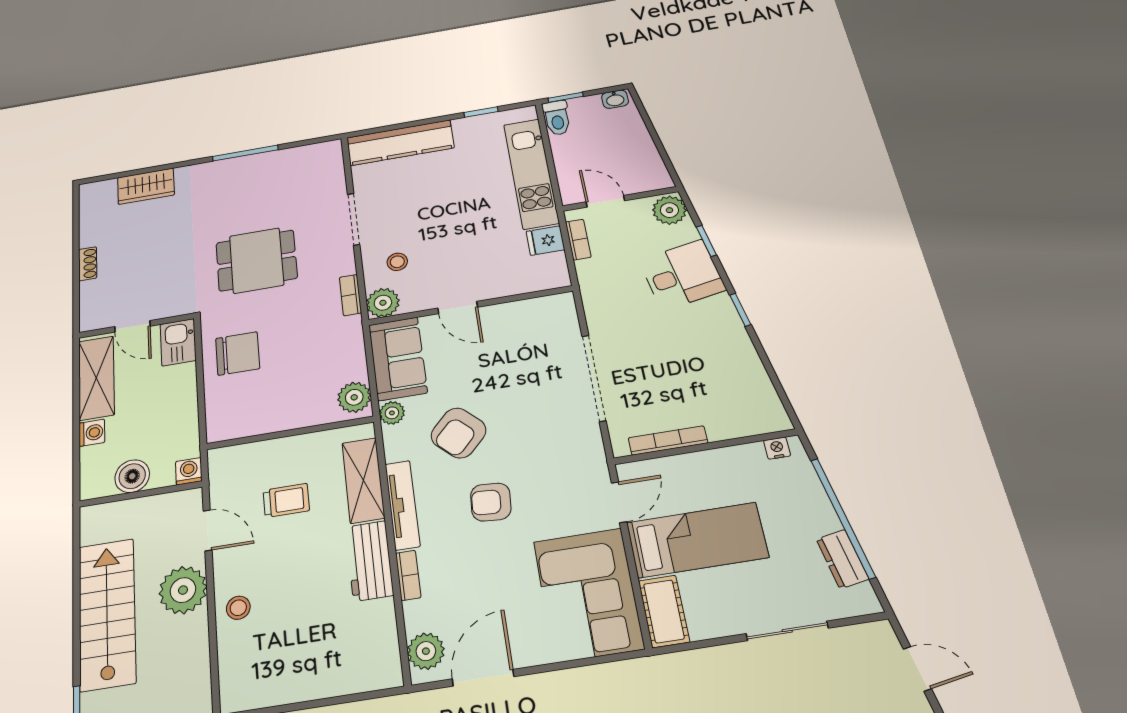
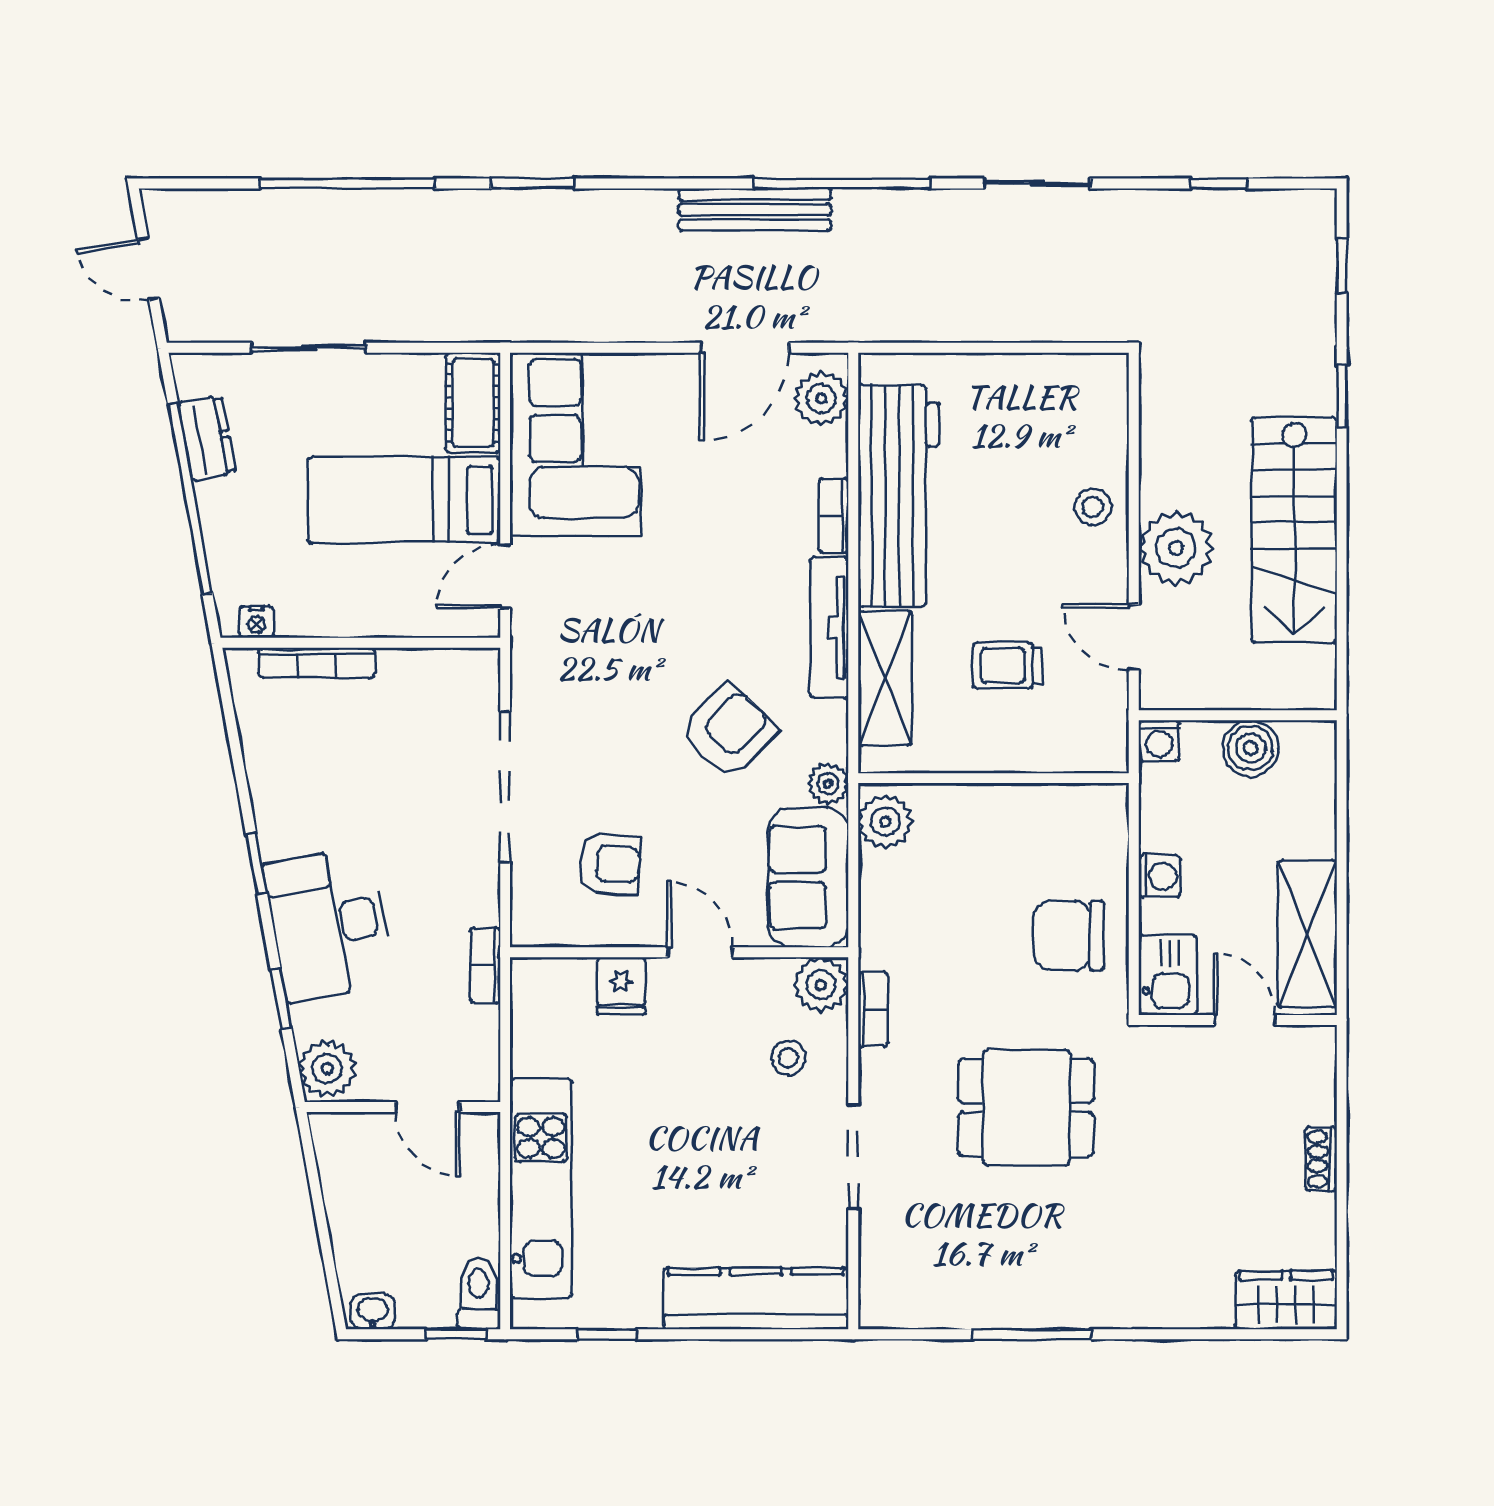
wardrobe: (146, 186) -> (1286, 1300), moved
bookcase: (578, 240) -> (485, 965), moved
fridge: (545, 241) -> (621, 986), moved, turned 90
desk: (682, 275) -> (329, 924), width x1.37
washing machine: (92, 433) -> (1160, 876), moved, turned 180
bookcase: (668, 440) -> (317, 663), moved
armchair: (491, 502) -> (609, 864), moved
workbench: (370, 561) -> (899, 496), width x1.87, depth x1.32

